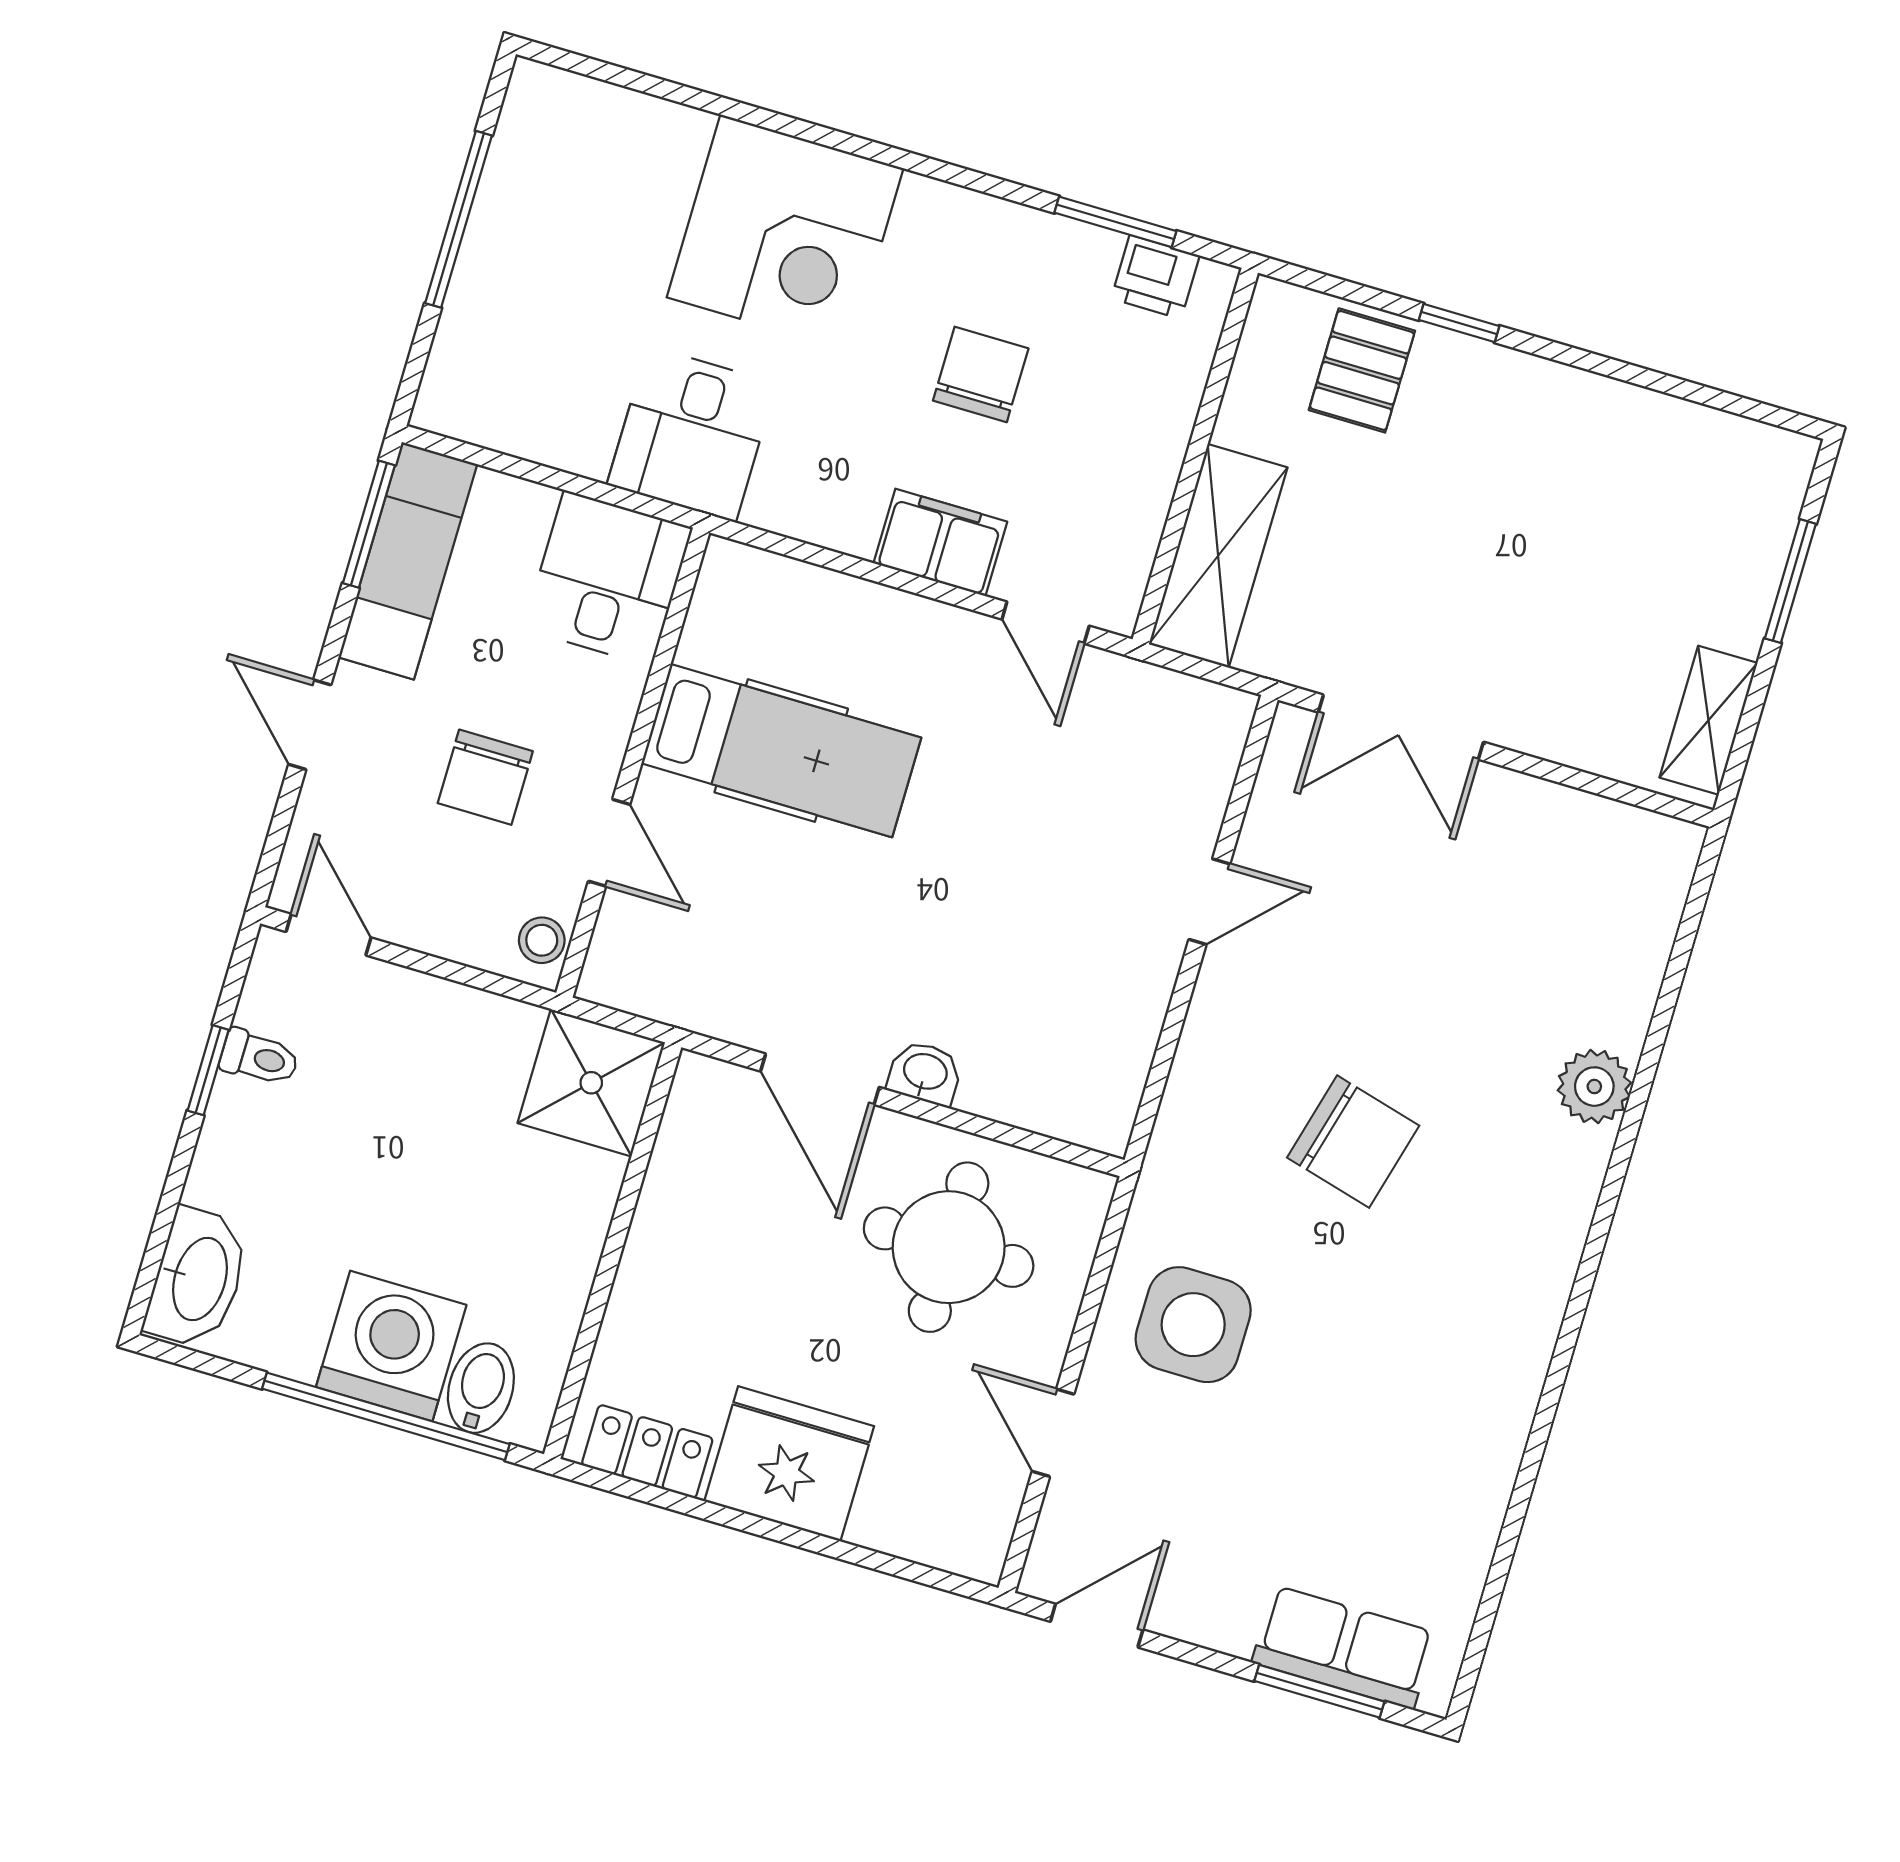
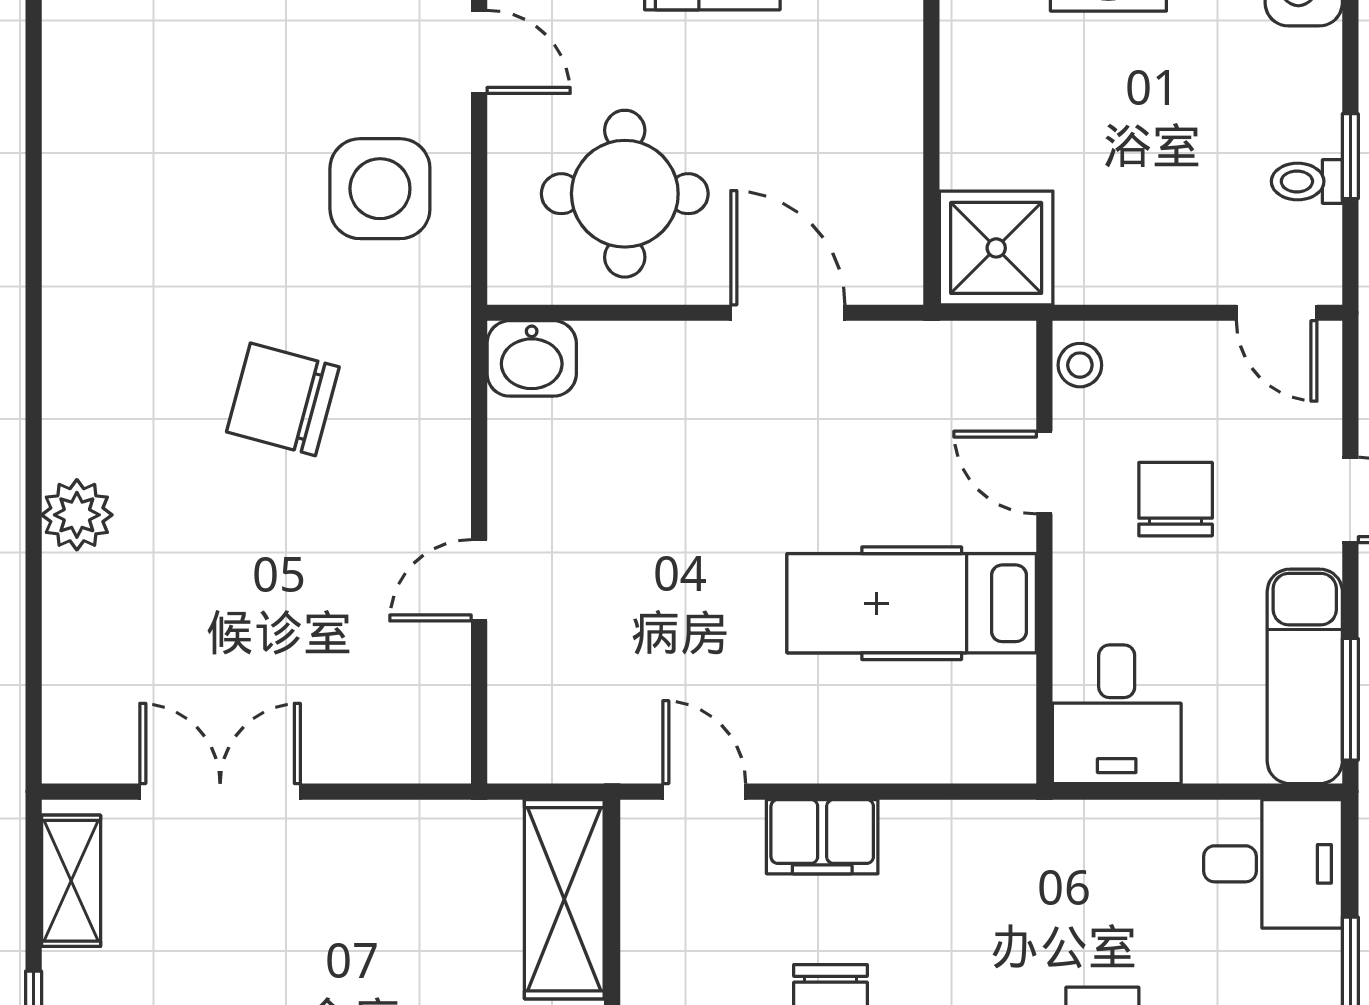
desk: (692, 434) -> (1273, 864), moved, turned 90
double door: (1401, 727) -> (220, 792), moved
washbasin: (925, 1073) -> (532, 358), moved, width x1.38, depth x1.45

